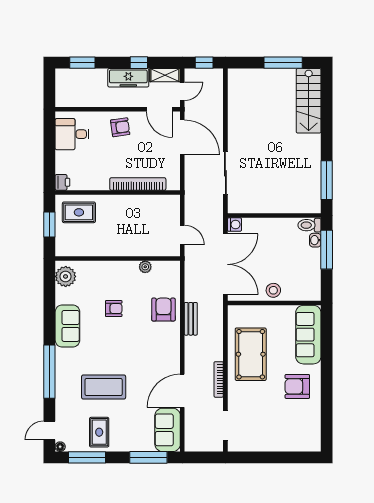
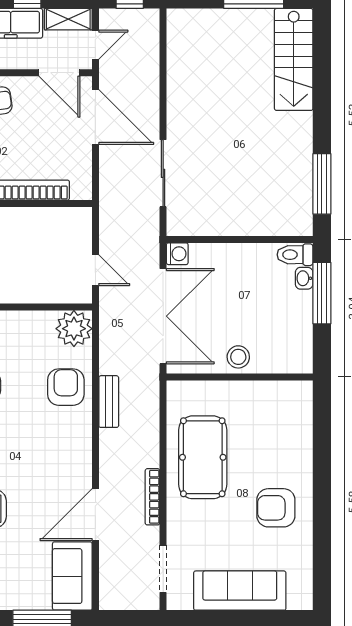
plant: (145, 267) -> (74, 329), moved, width x1.88, depth x1.88
sofa: (308, 335) -> (240, 591), moved, turned 90

